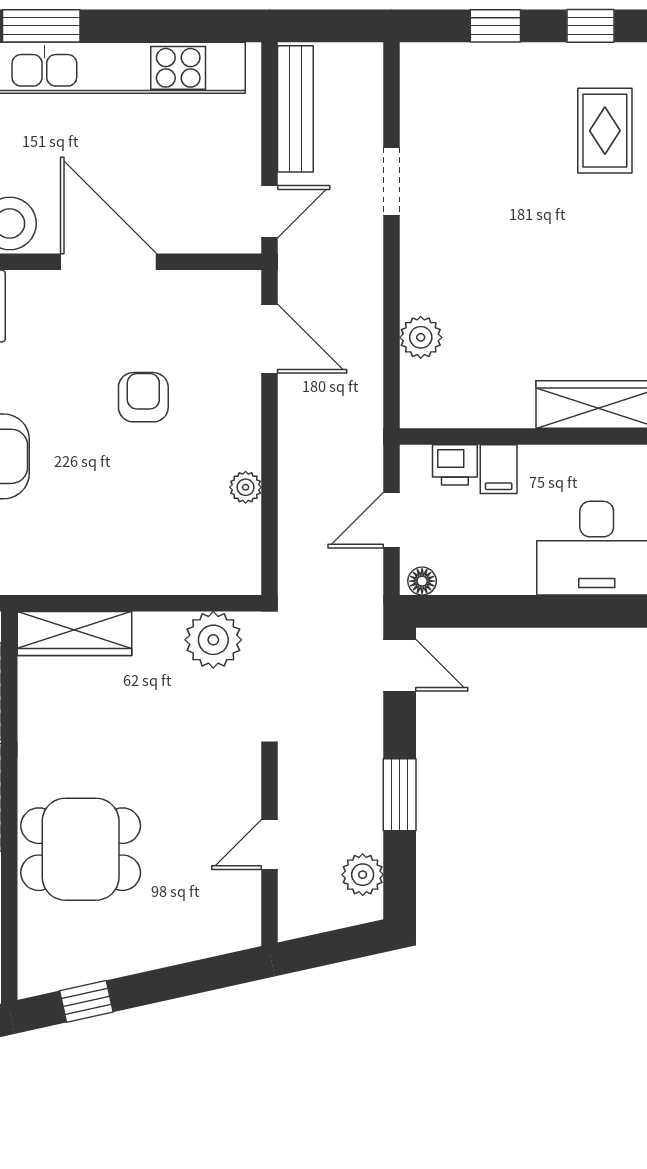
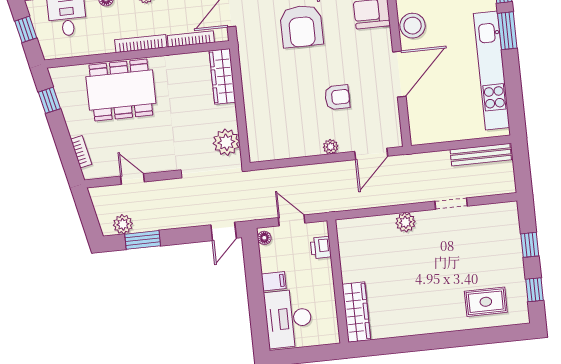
door: (270, 212) -> (431, 148), removed
plant: (421, 337) -> (405, 222), moved
filing cabinet: (499, 469) -> (274, 281), moved, turned 180
plant: (246, 487) -> (331, 147), moved
window: (400, 795) -> (143, 240), moved
dining table: (81, 849) -> (121, 90), width x1.38
bookcase: (201, 946) -> (81, 152), added

